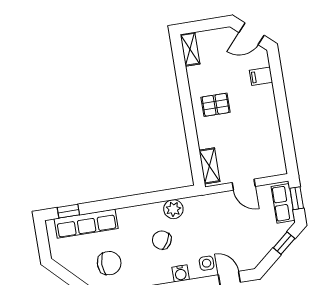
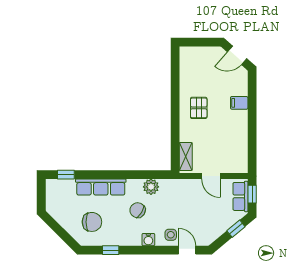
shelving: (190, 49) -> (185, 60), removed
filing cabinet: (261, 76) -> (239, 103), moved
pallet: (216, 105) -> (199, 108), turned 90
row of seats: (86, 224) -> (101, 187), moved

